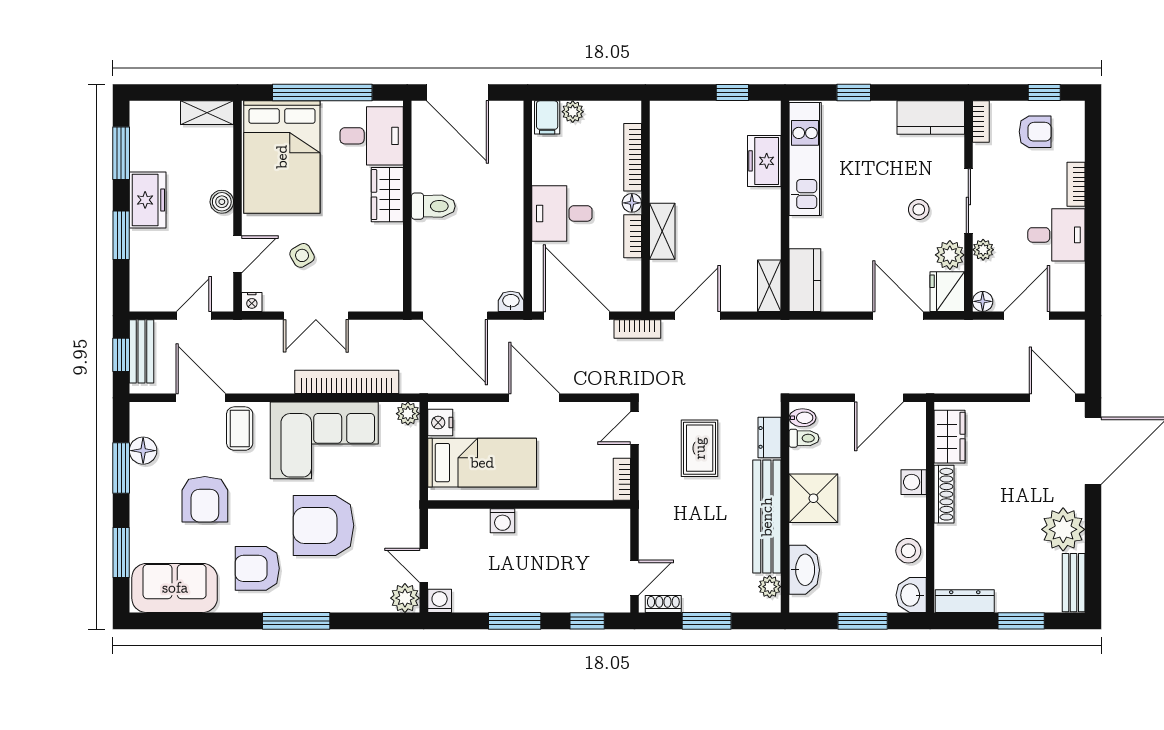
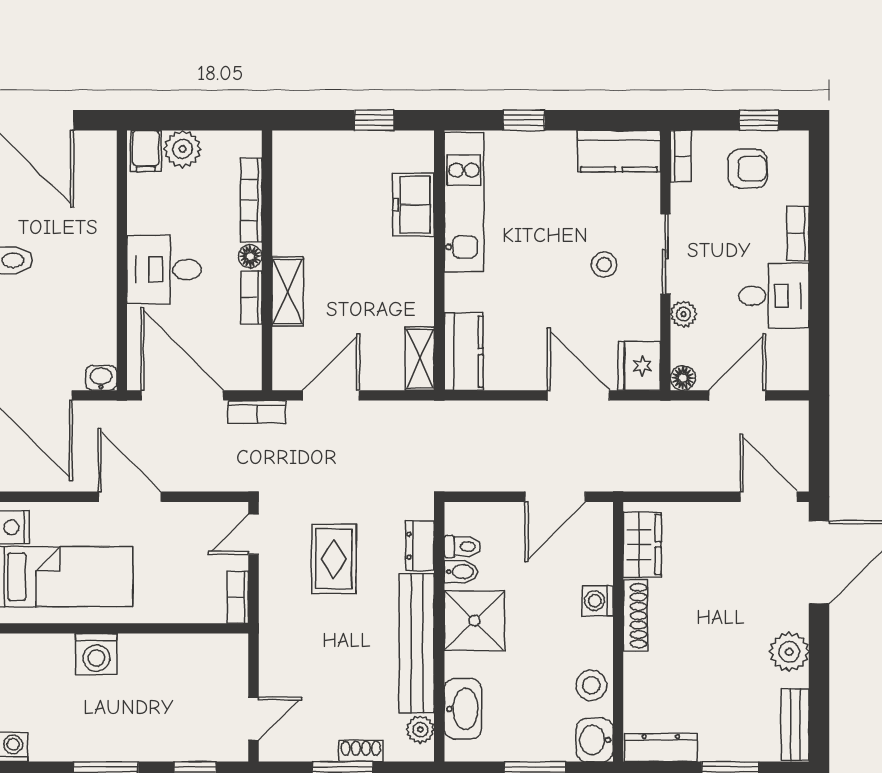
plant: (573, 112) -> (182, 149), width x1.38, depth x1.38
plant: (950, 255) -> (642, 321), removed
bidet: (803, 418) -> (461, 572), moved
washing machine: (502, 521) -> (96, 654), width x1.38, depth x1.38
plant: (1063, 529) -> (789, 652), width x0.73, depth x0.73
shoe rack: (663, 604) -> (361, 751), moved

